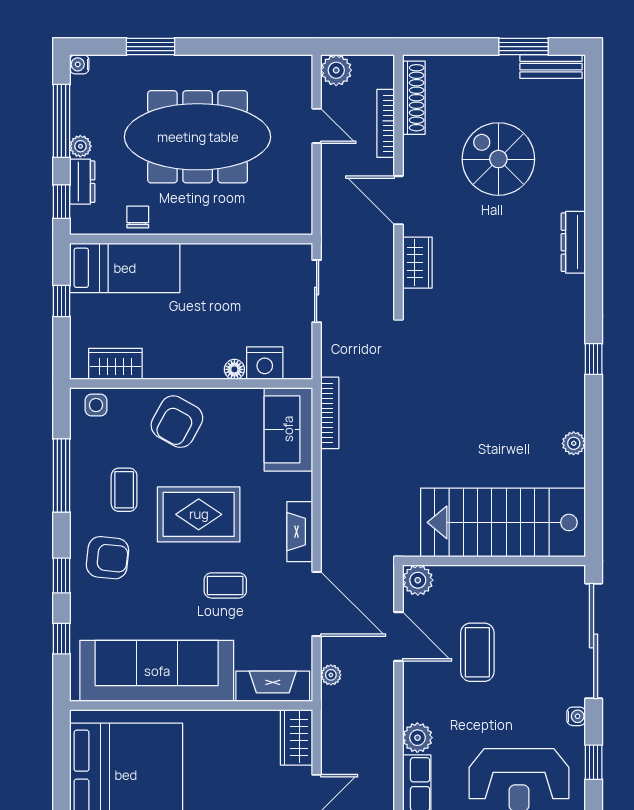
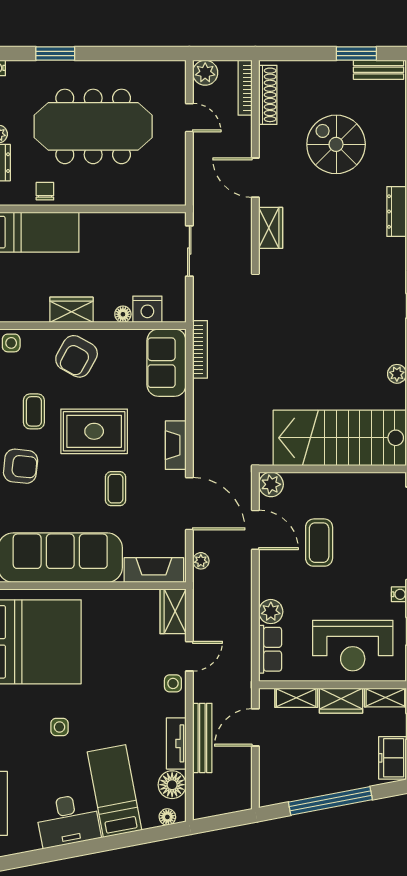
bookcase: (386, 123) -> (245, 88), moved
wardrobe: (115, 364) -> (71, 310), moved
coffee table: (225, 585) -> (116, 489), turned 90

